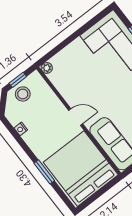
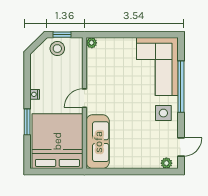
door: (76, 117) -> (84, 98), swing flipped
nightstand: (21, 129) -> (35, 94), moved

